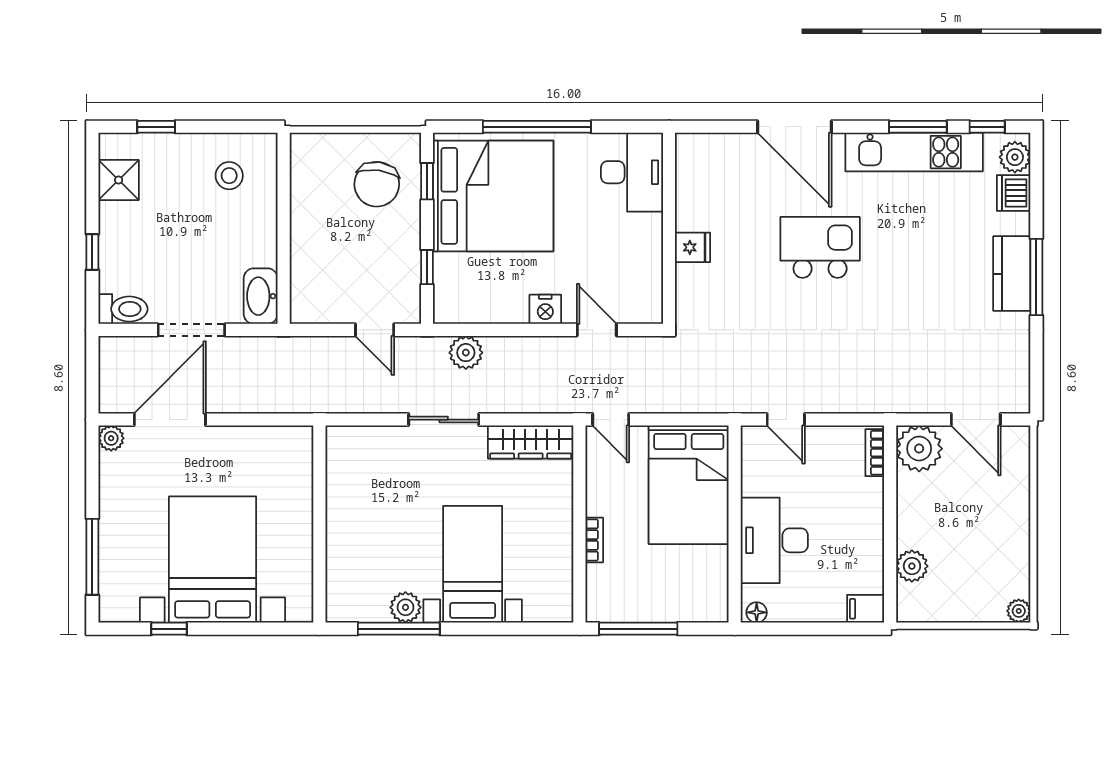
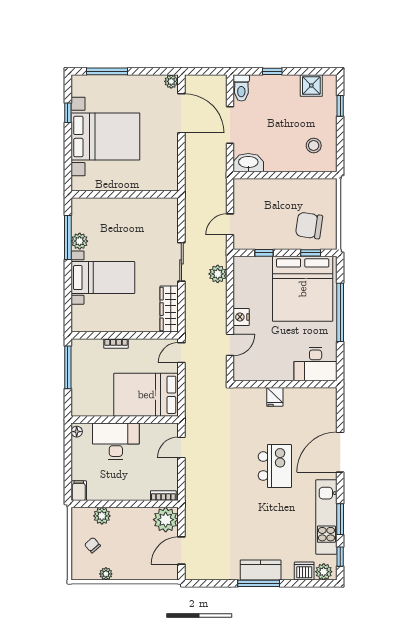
chair: (966, 583) -> (92, 545), added
plant: (1019, 611) -> (106, 574), moved

